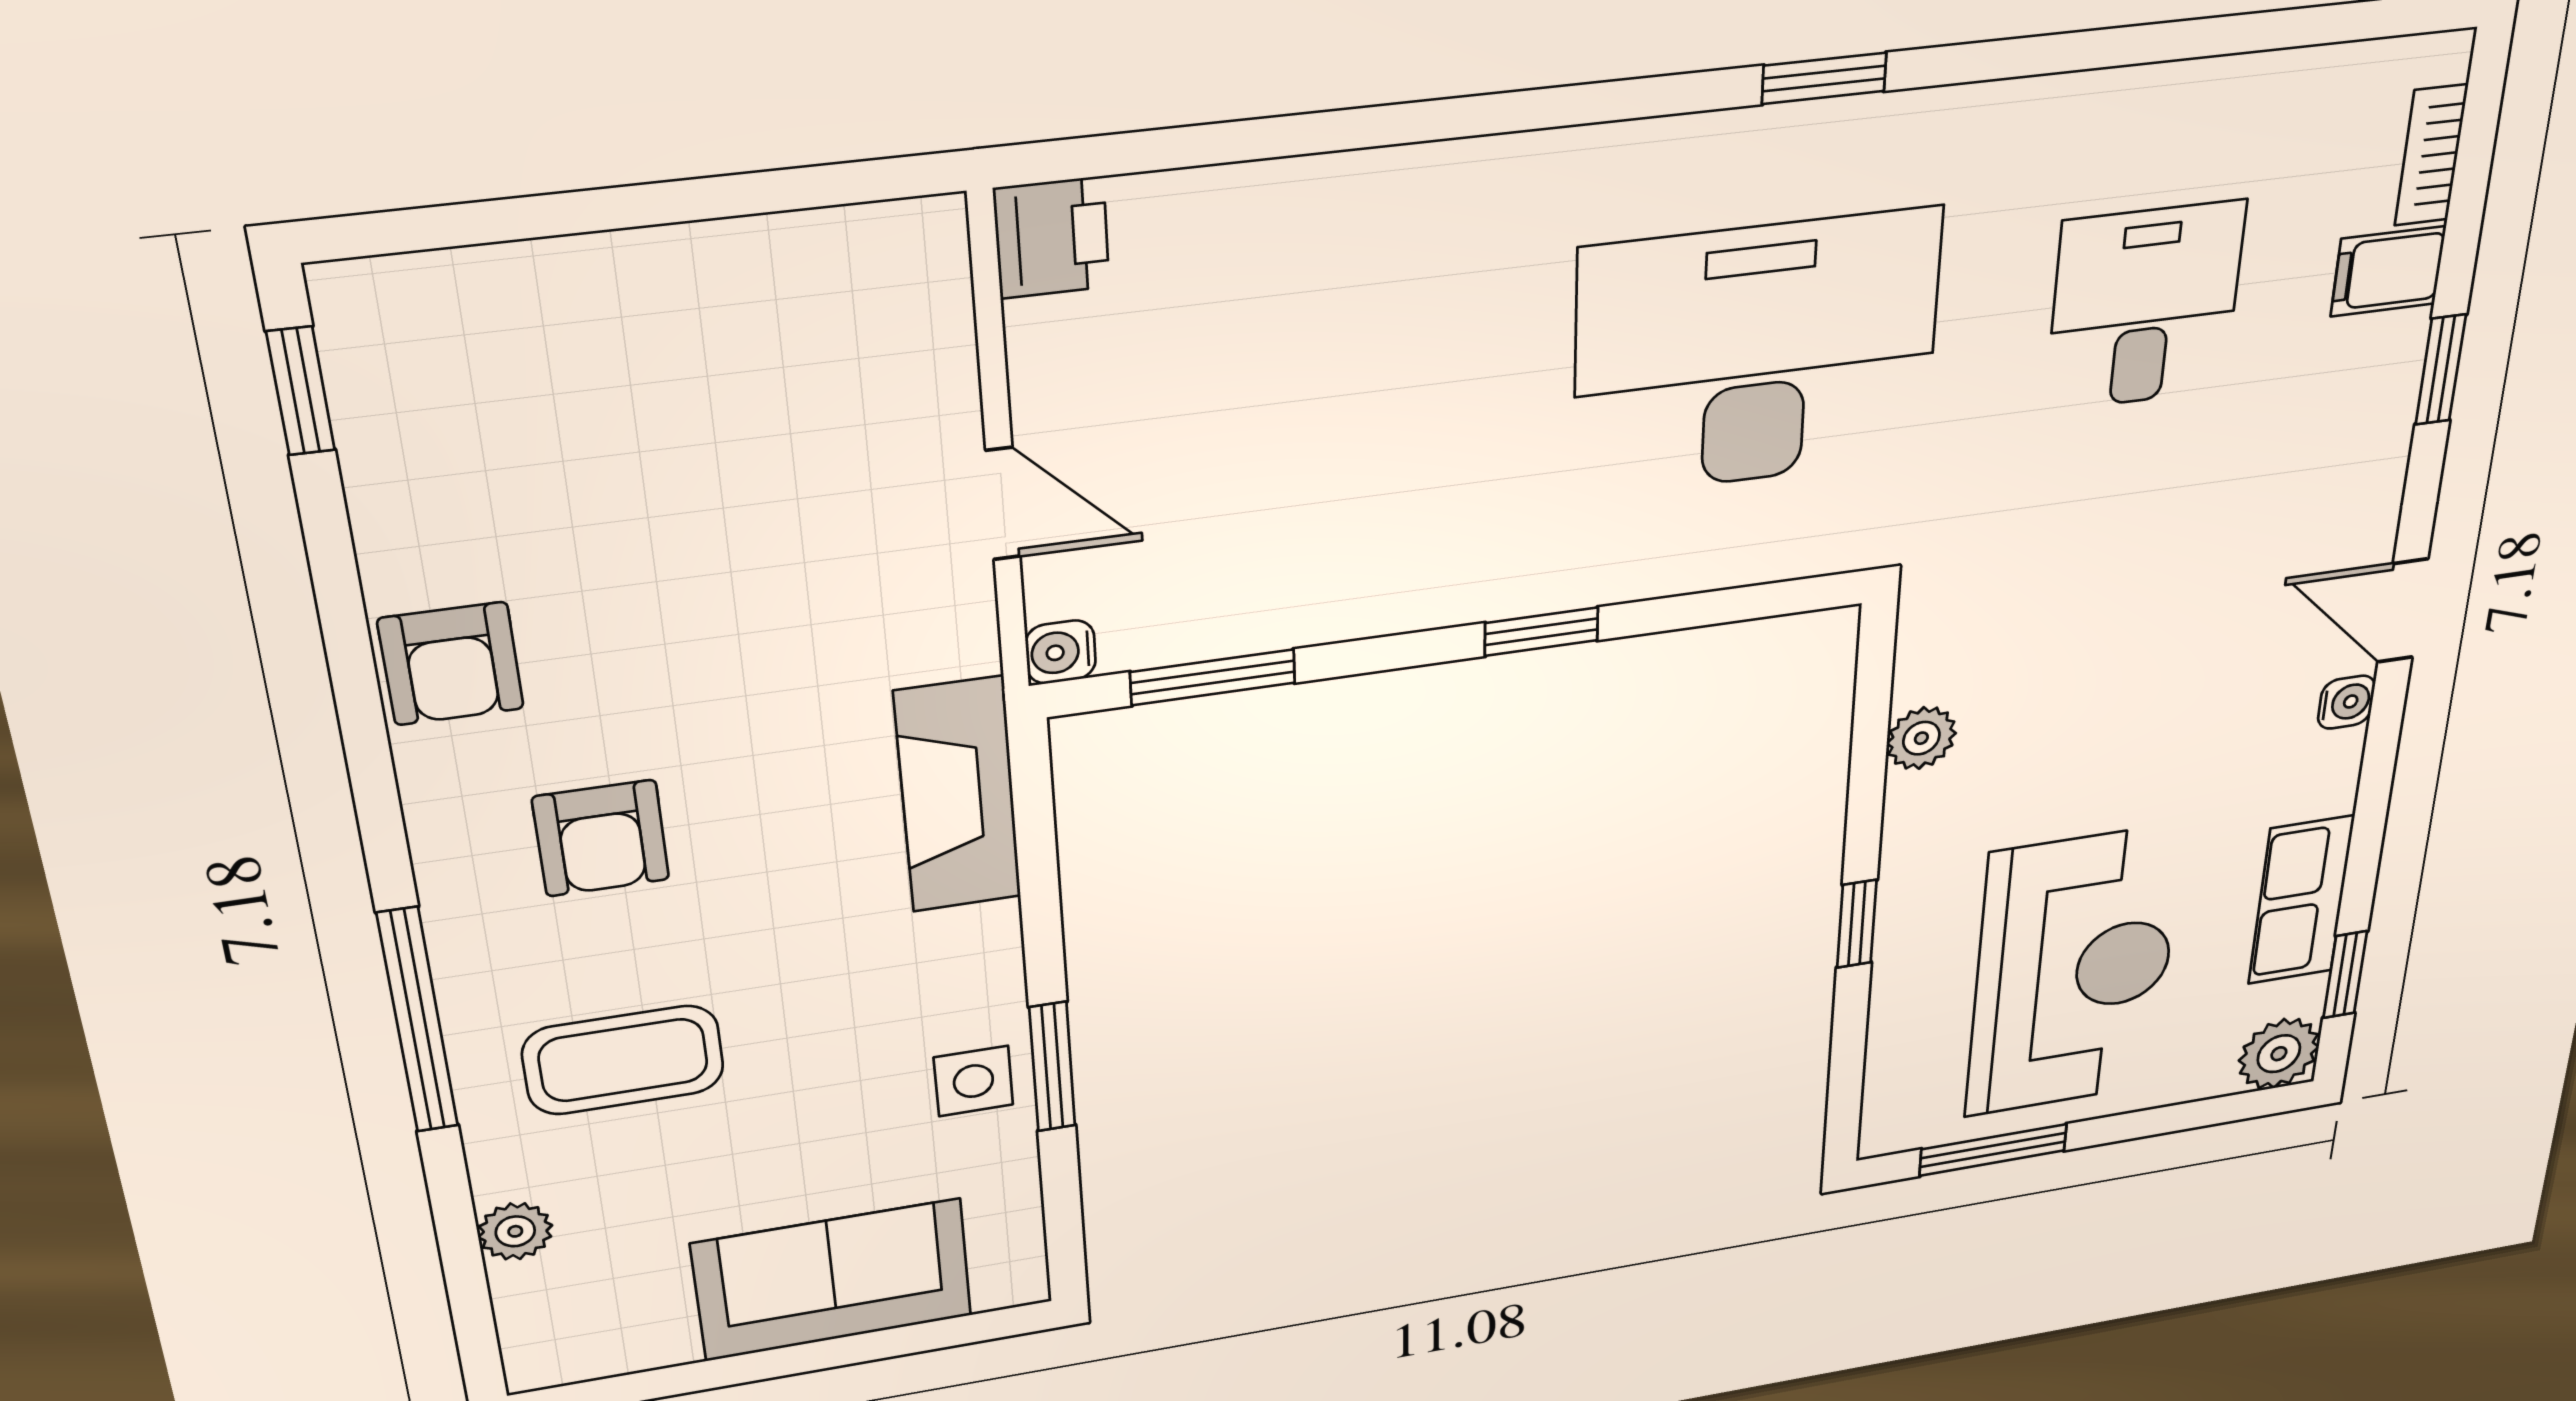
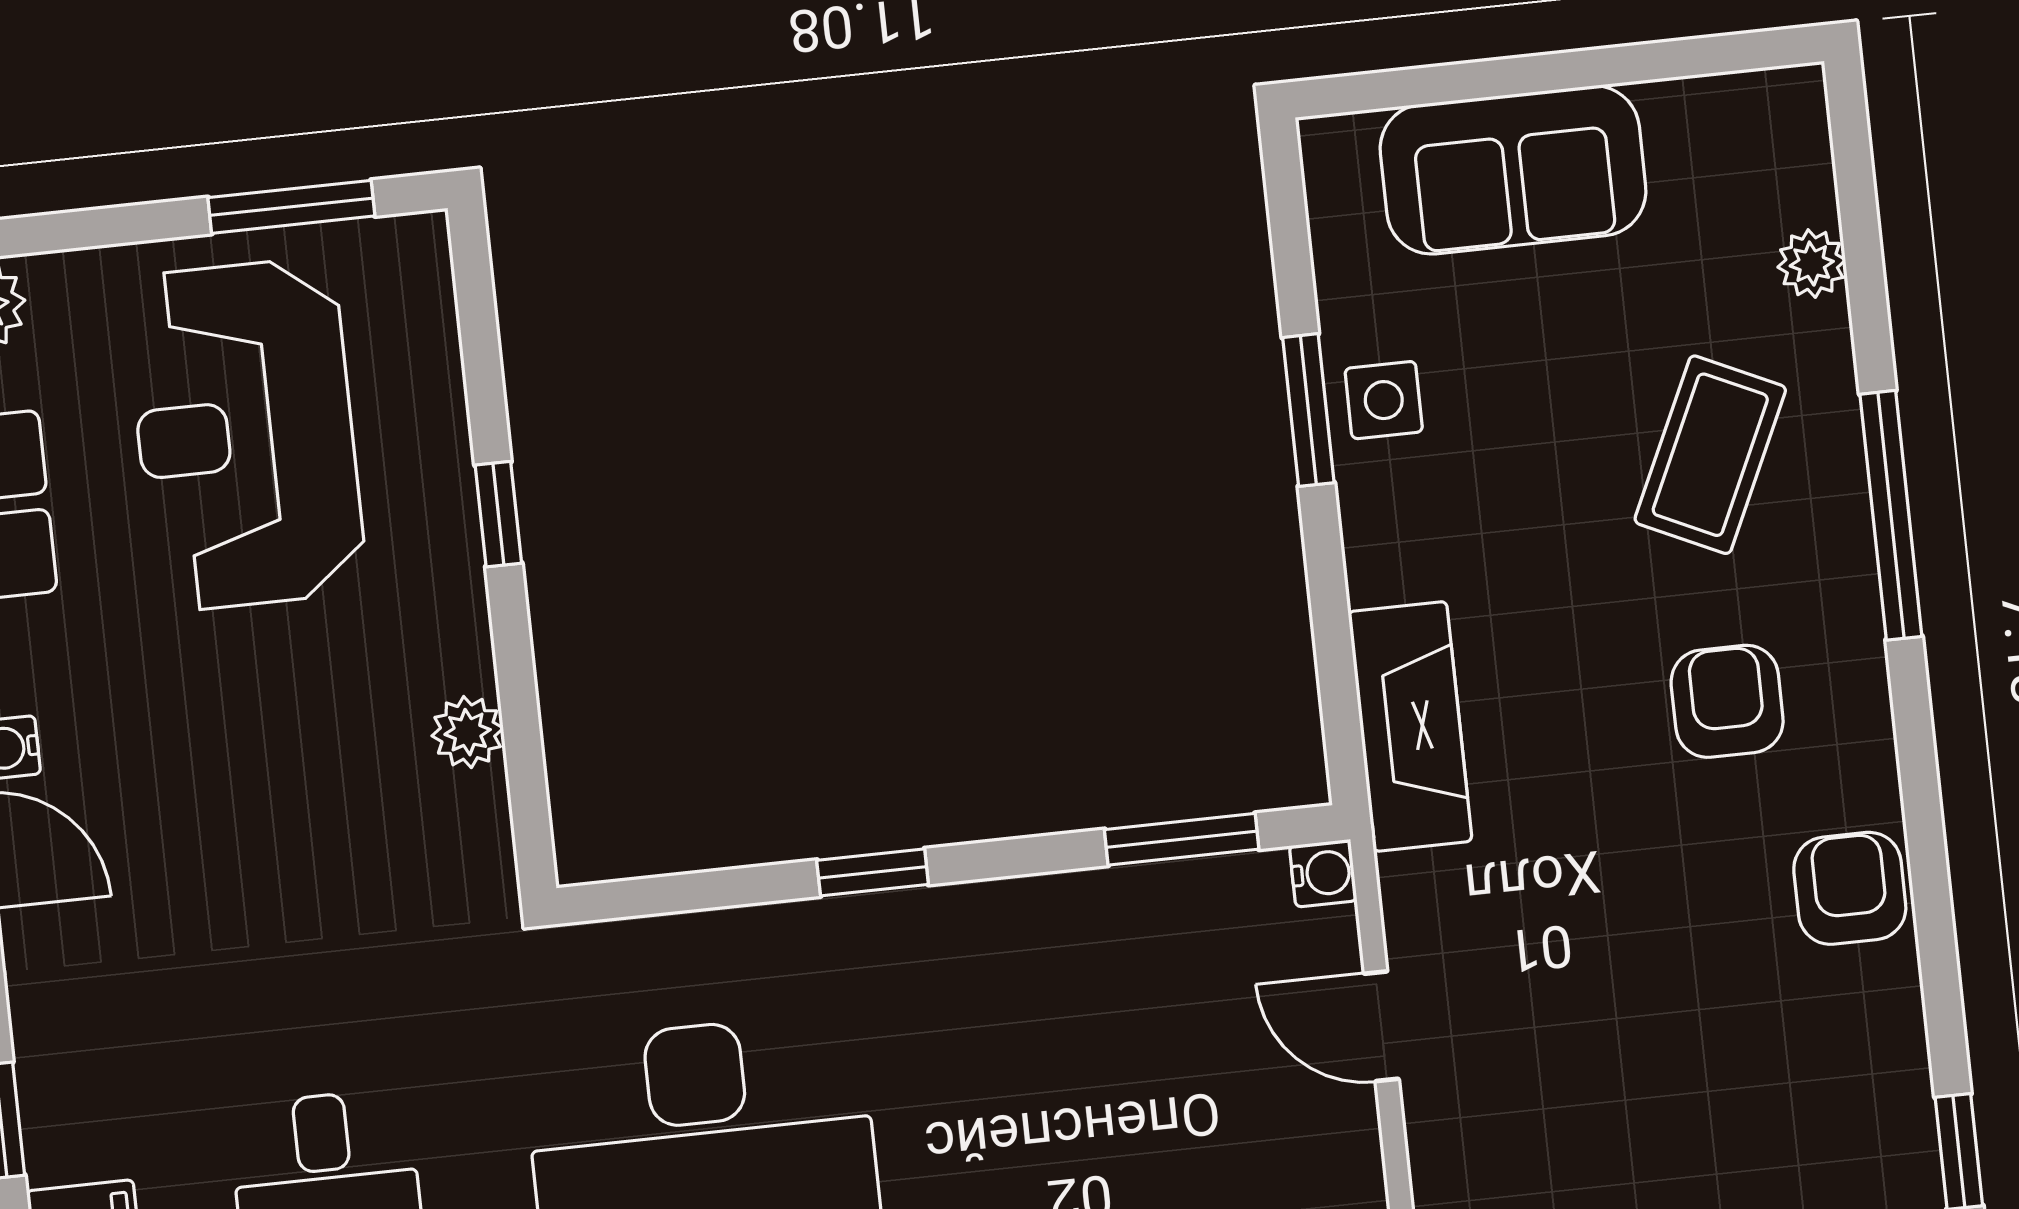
coffee table: (623, 1060) -> (1710, 455), turned -65

